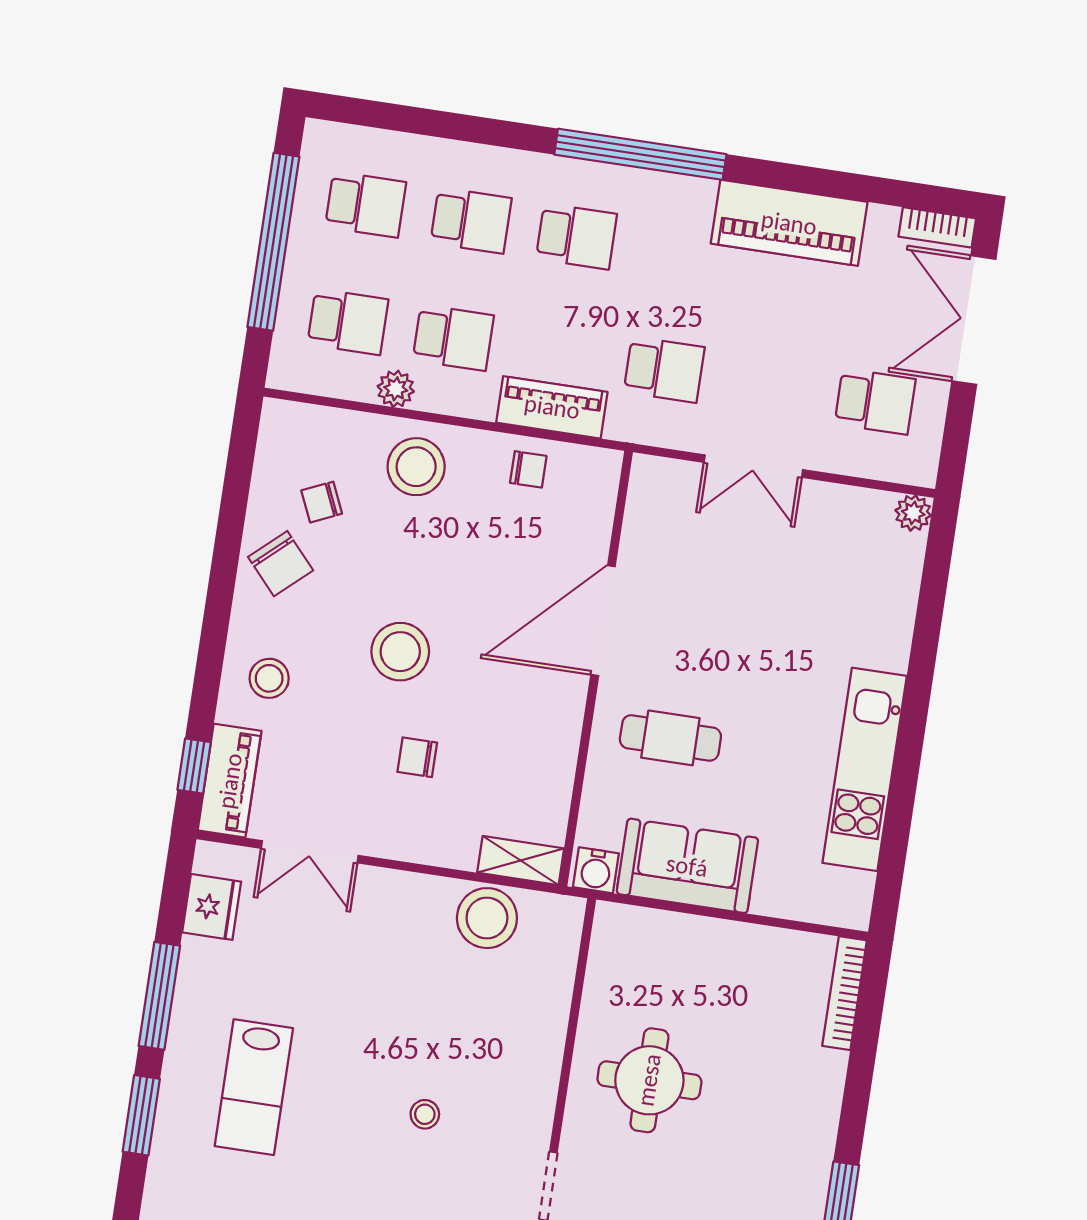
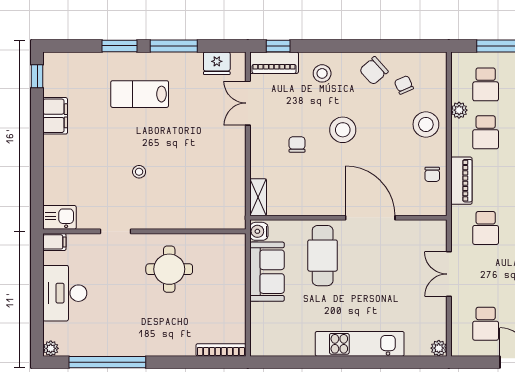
cafe table: (670, 738) -> (323, 256), width x1.37, depth x1.35
kitchen unit: (865, 769) -> (360, 344), moved
stool: (487, 918) -> (230, 186), removed

